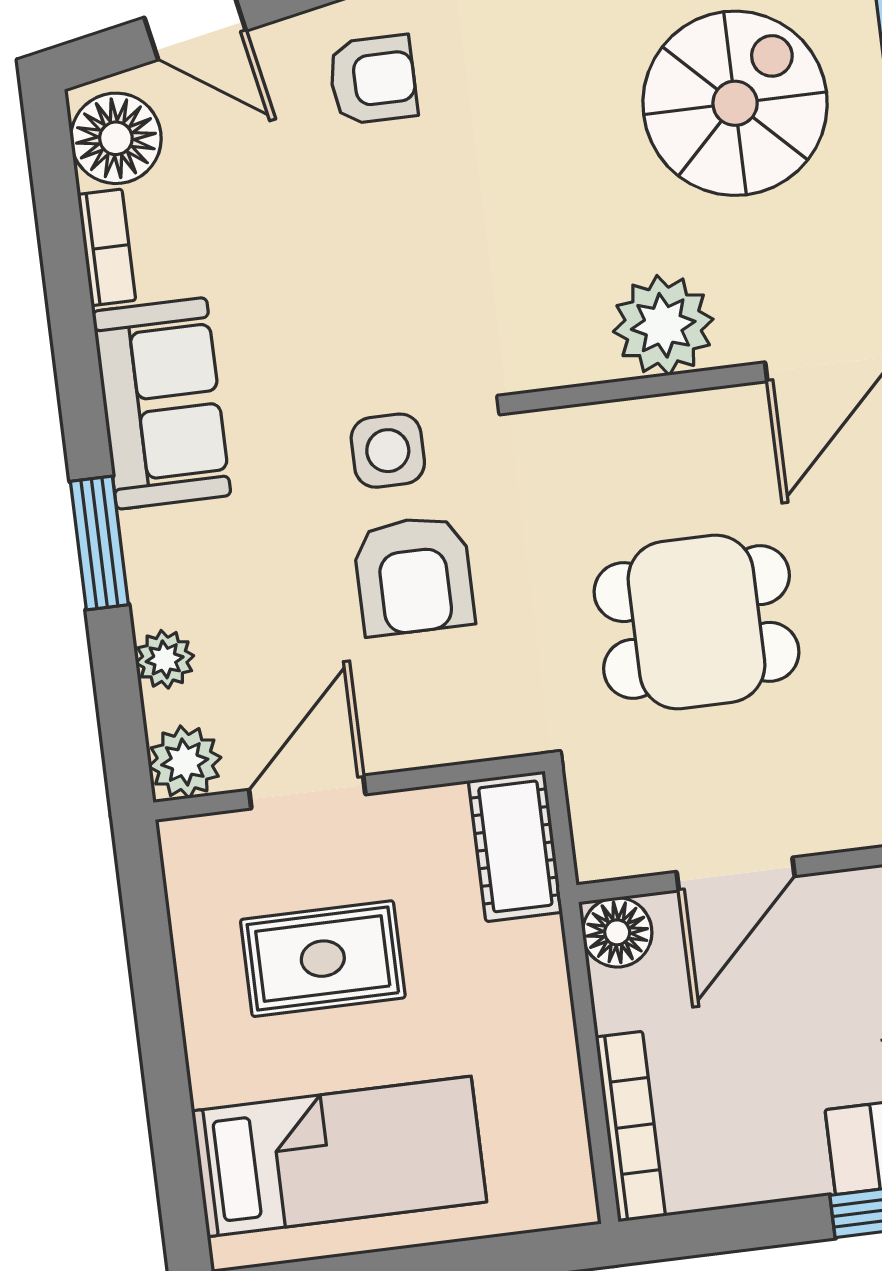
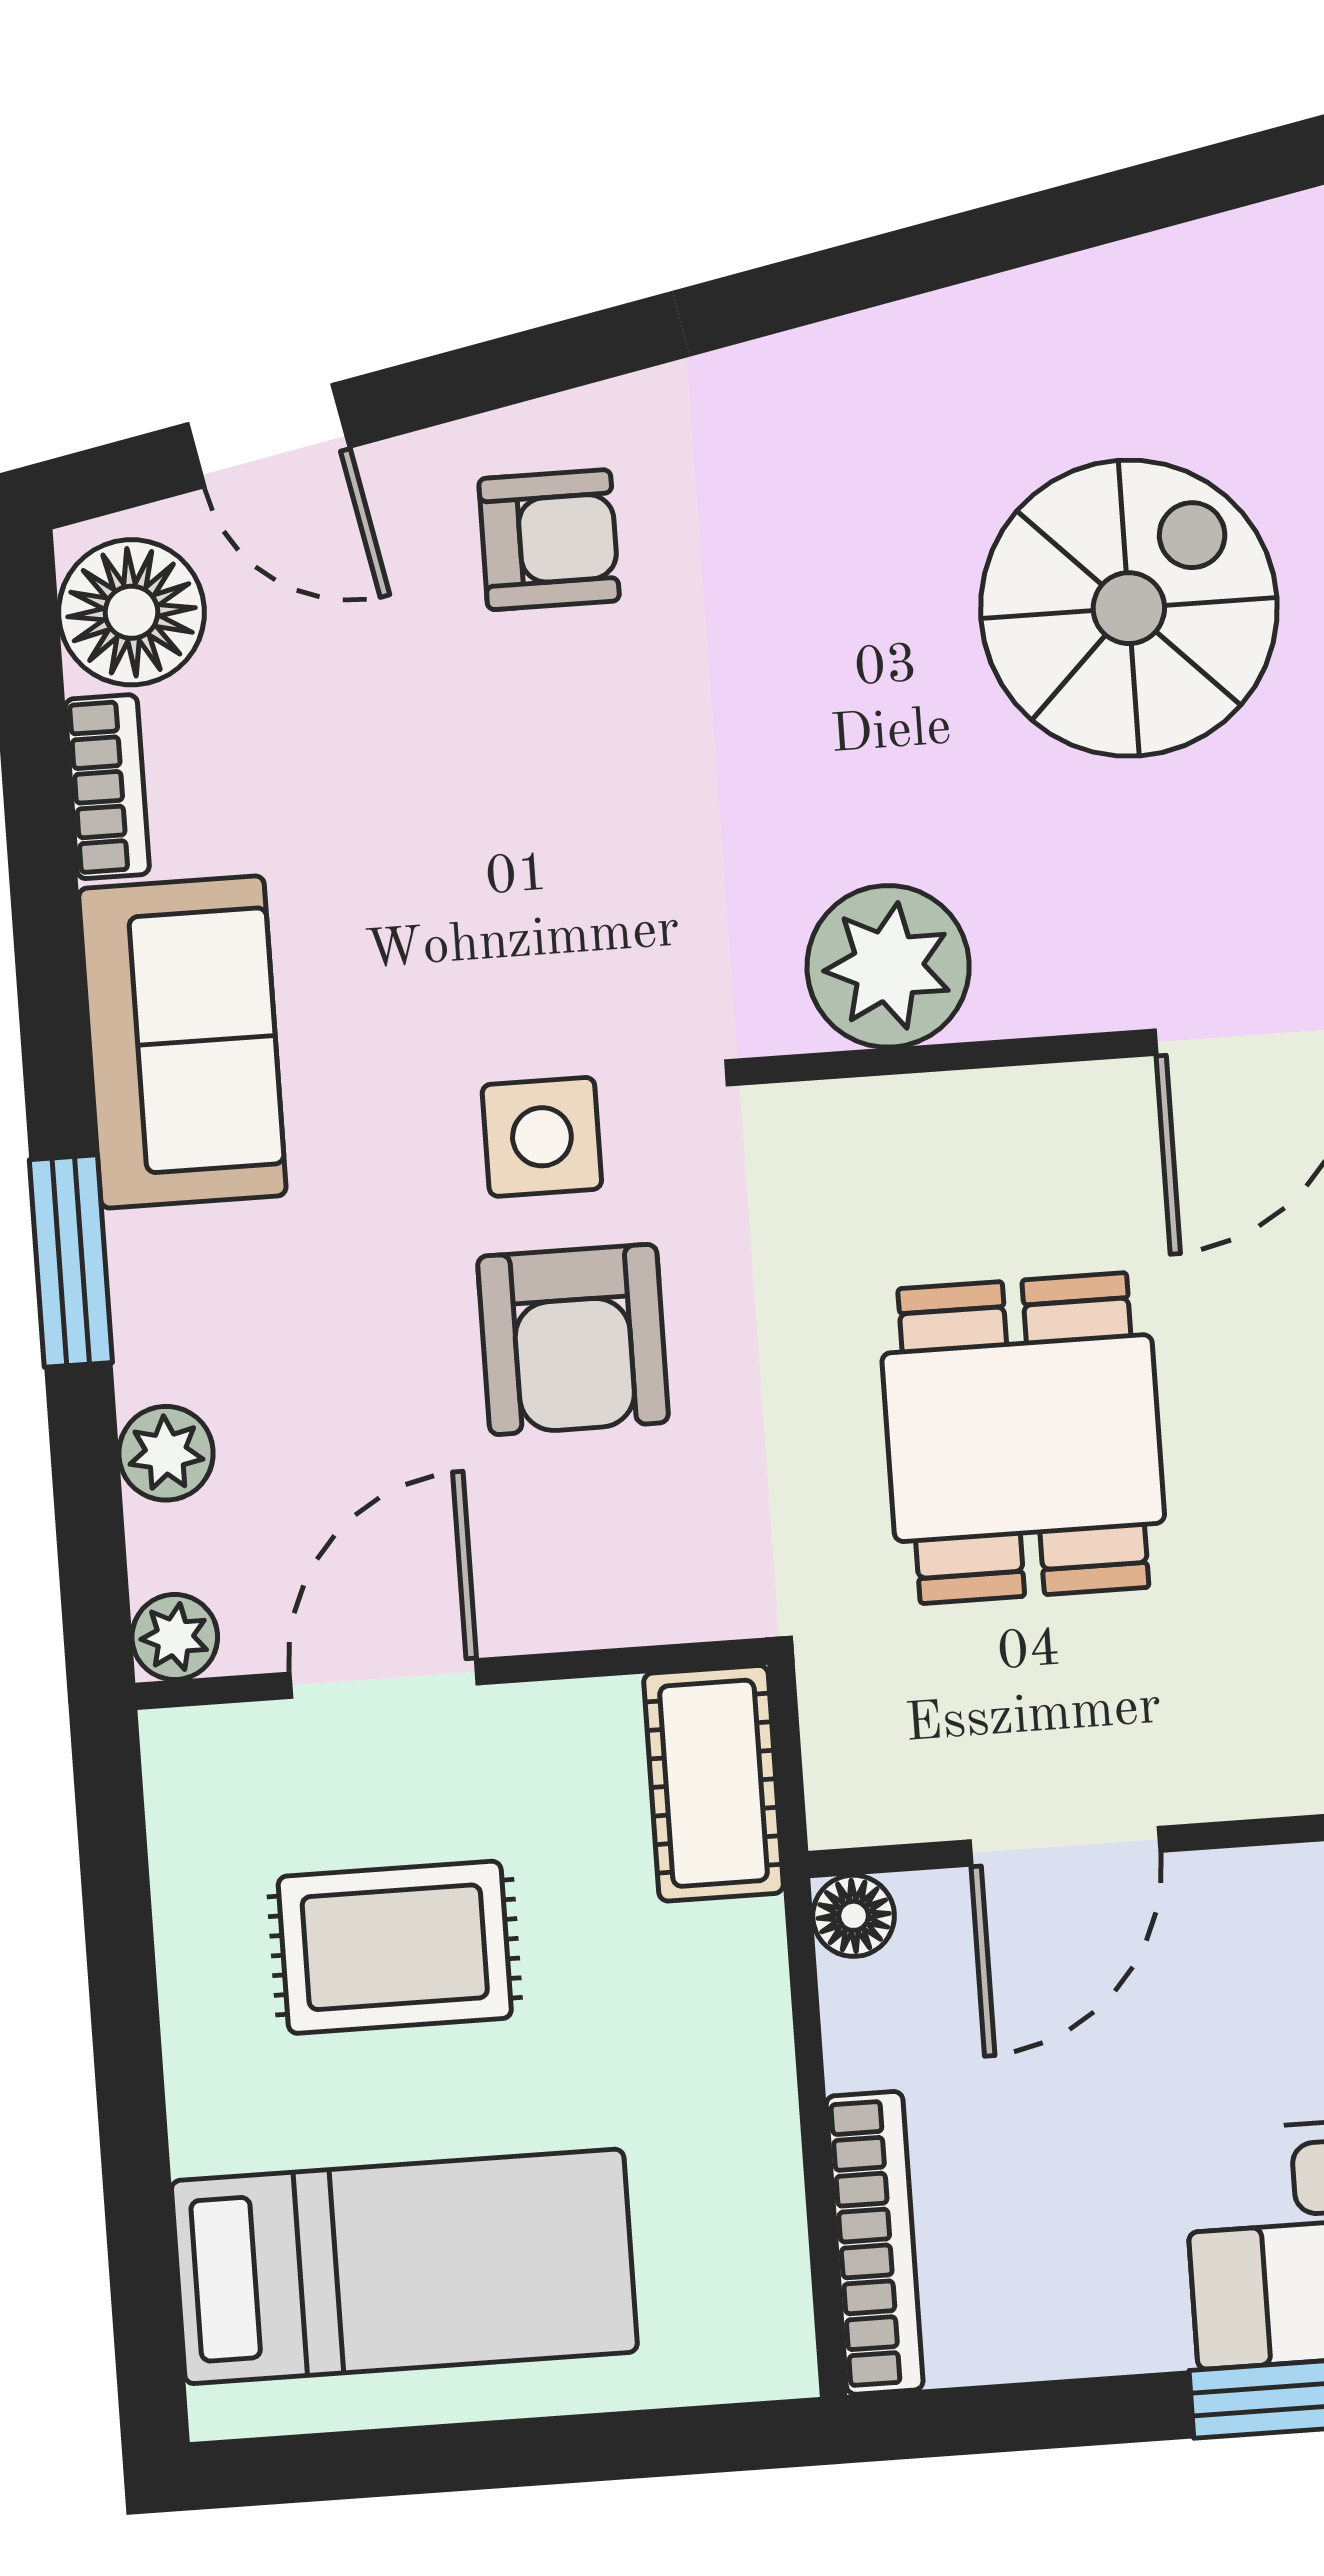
plant: (663, 325) -> (888, 966), moved
dining table: (697, 622) -> (1023, 1438), turned 90
plant: (185, 762) -> (175, 1637), width x0.73, depth x0.73
floor lamp: (617, 932) -> (854, 1916), width x0.73, depth x0.73

